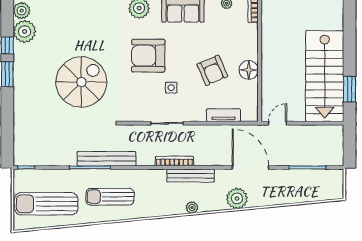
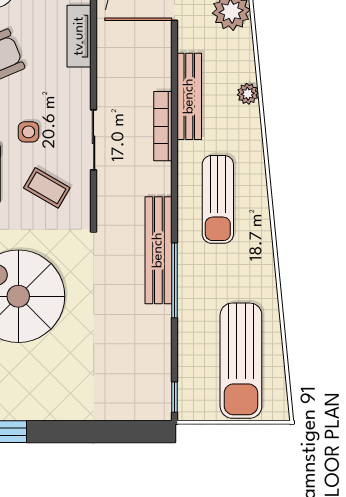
coffee table: (141, 98) -> (47, 188), added
sun lounger: (110, 197) -> (218, 199), moved

